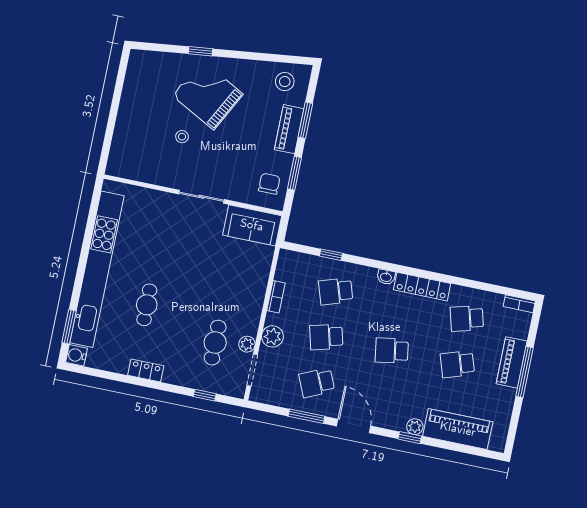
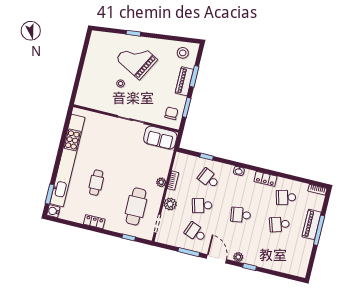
locker: (422, 287) -> (265, 179), width x0.66
school desk: (336, 291) -> (209, 179), turned 42
cafe table: (215, 343) -> (136, 206), width x1.37, depth x1.35
plant: (247, 344) -> (161, 182), moved
school desk: (317, 383) -> (195, 232), turned 45
plant: (415, 427) -> (238, 257), moved
piano: (458, 429) -> (278, 263), removed

